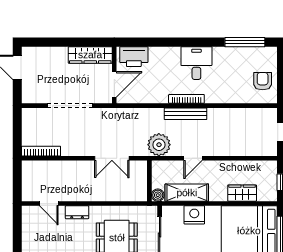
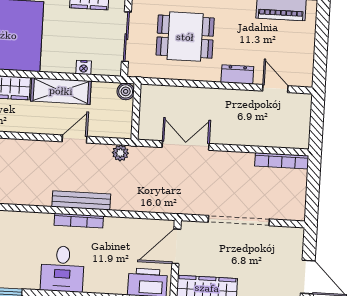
plant: (159, 145) -> (120, 153), width x0.53, depth x0.53
shelving: (187, 193) -> (61, 91), moved
nightstand: (194, 215) -> (84, 67), width x0.53, depth x0.56

